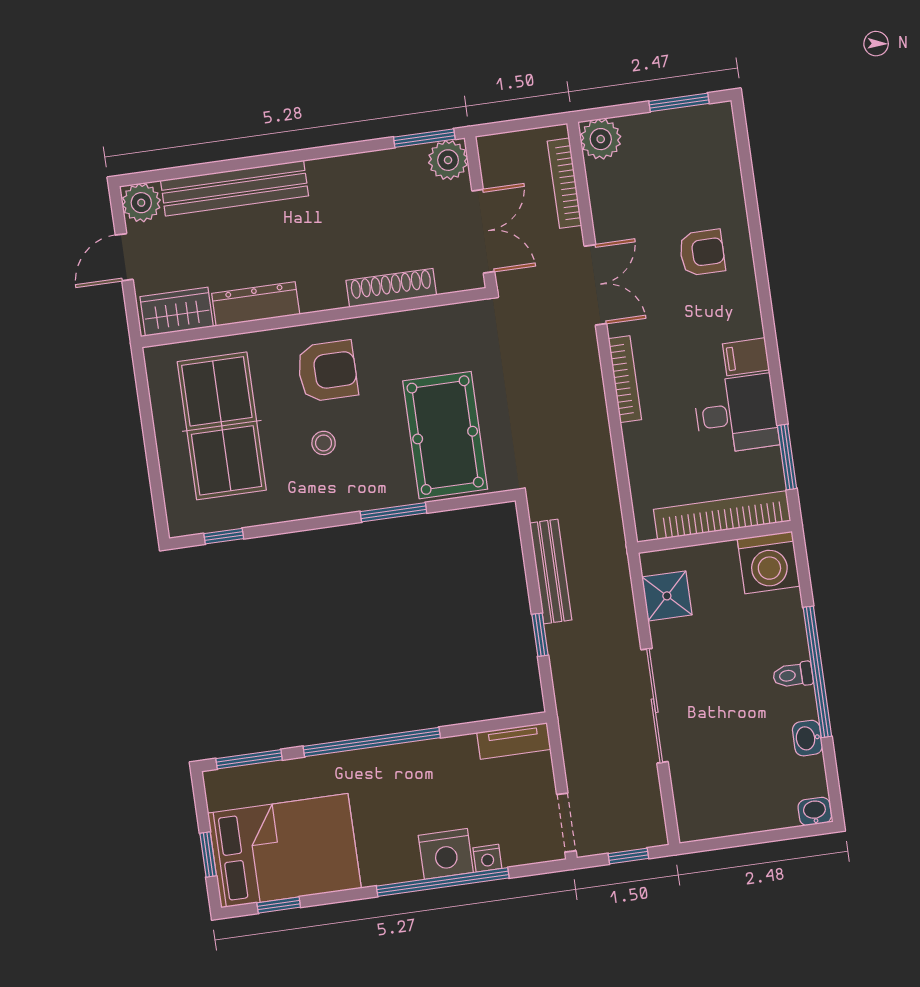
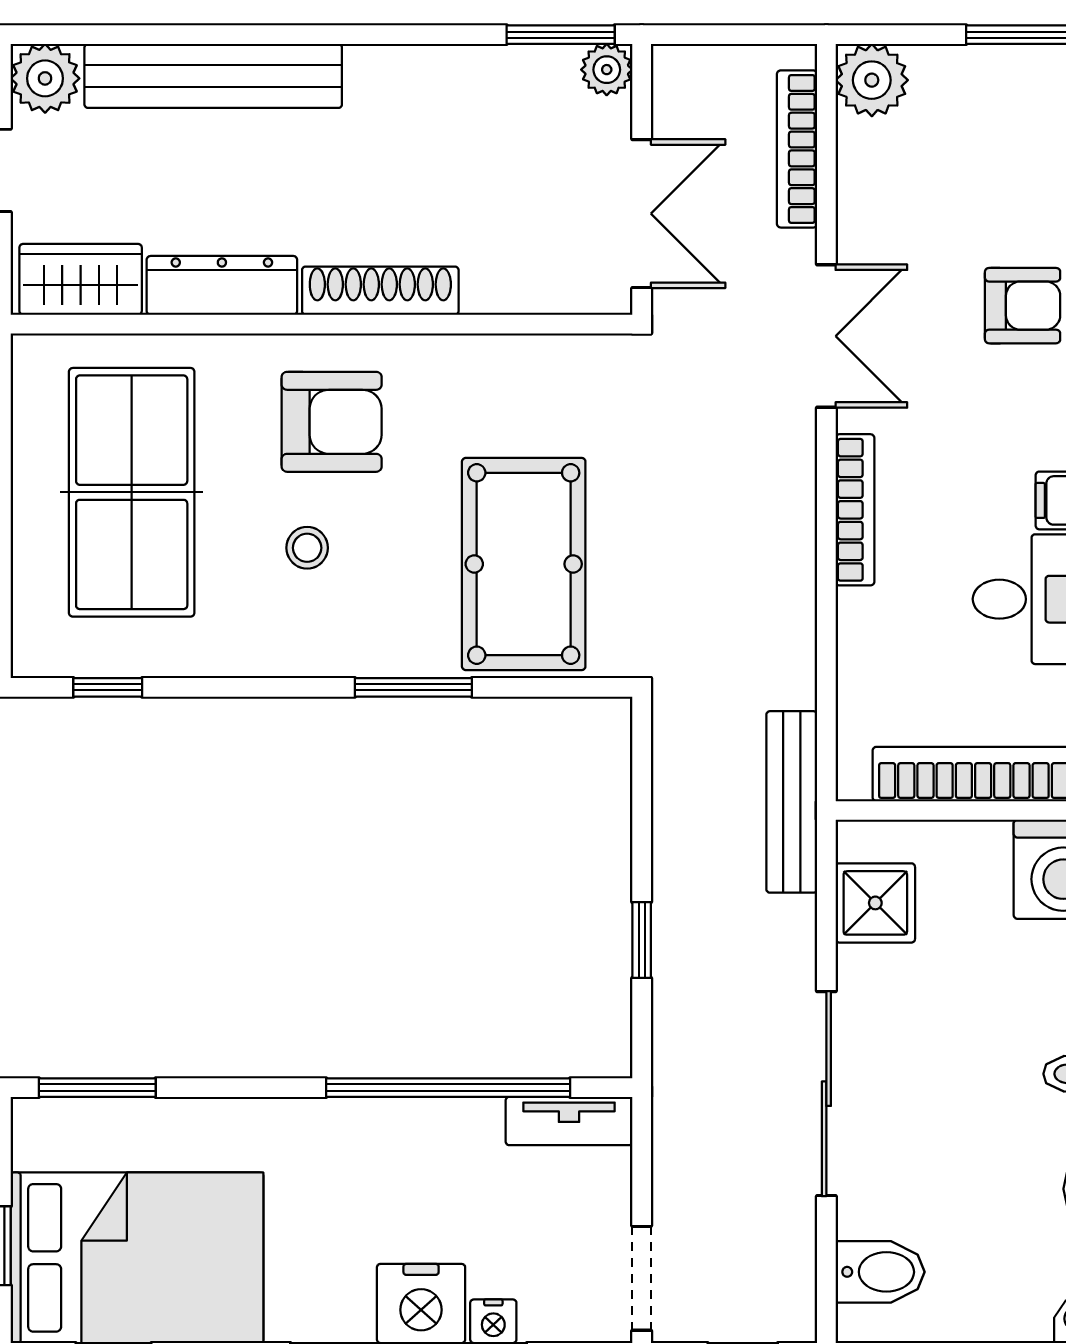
plant: (448, 160) -> (607, 70), width x0.73, depth x0.73
shoe rack: (391, 288) -> (380, 291), moved
bench: (551, 571) -> (792, 802), moved
window: (372, 742) -> (448, 1088), moved
bidet: (698, 800) -> (880, 1272), added

